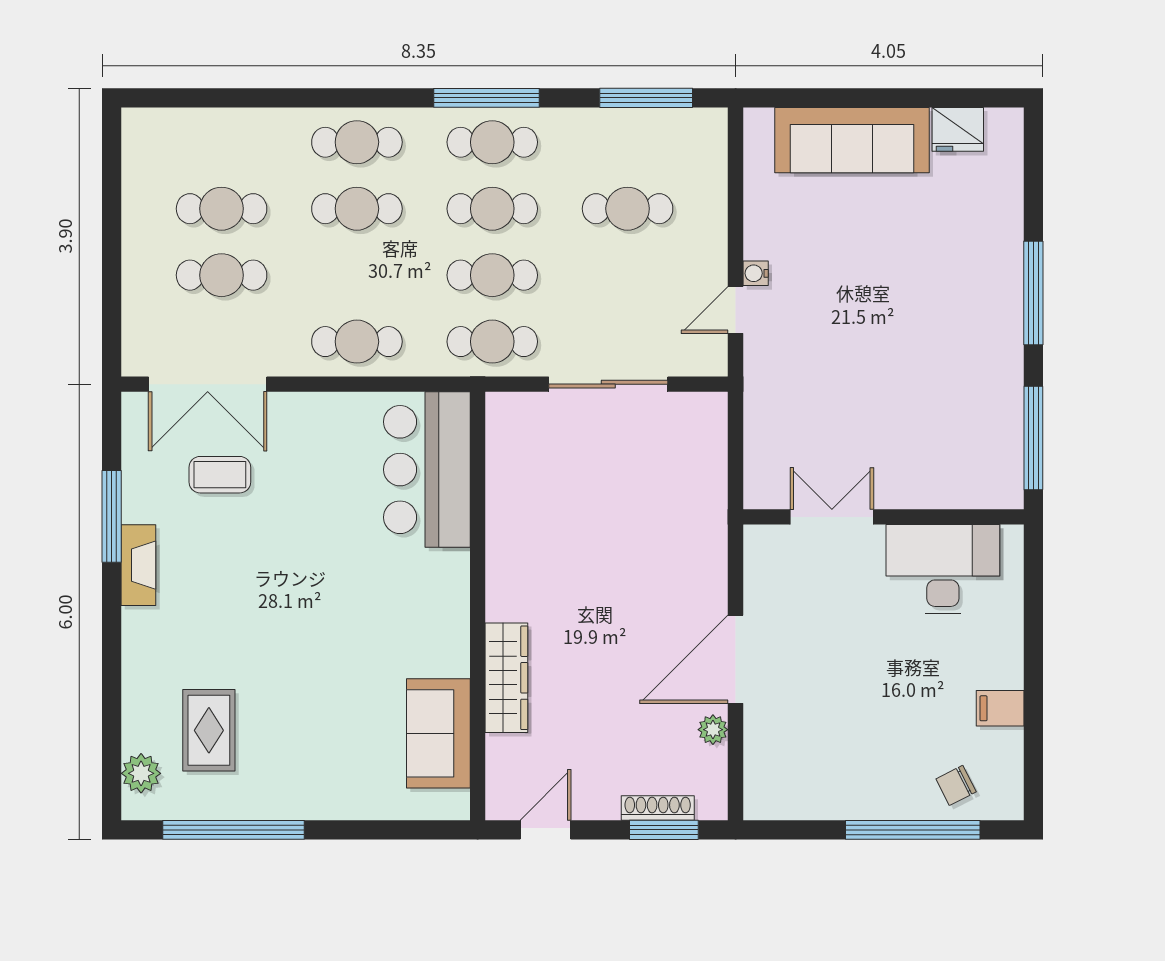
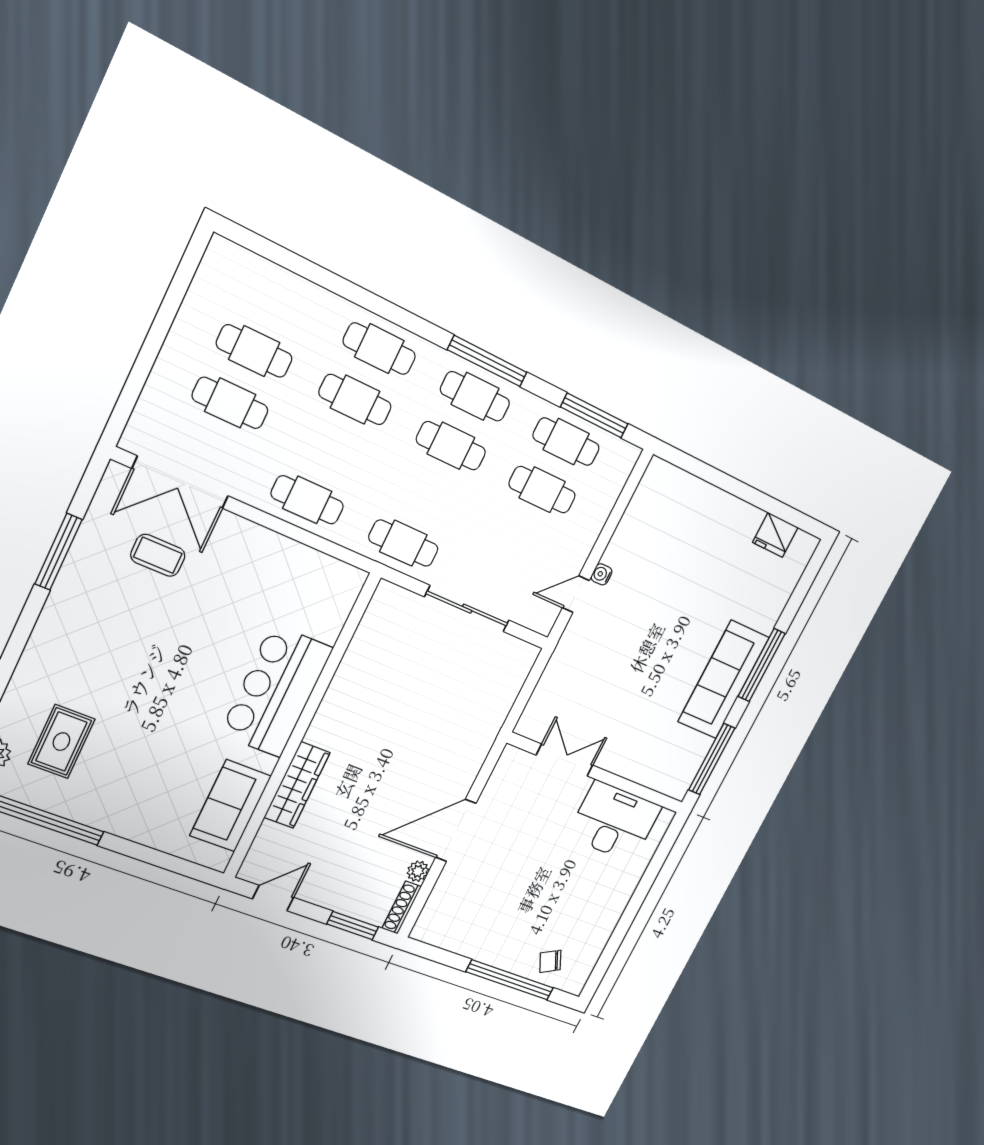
sofa: (852, 140) -> (723, 680), moved, turned 90
cafe table: (492, 275) -> (566, 442), moved
bar counter: (427, 470) -> (276, 691), moved
fireplace: (138, 565) -> (63, 598), removed
filing cabinet: (1000, 708) -> (602, 923), removed
shoe rack: (658, 808) -> (402, 907), moved, turned -90

